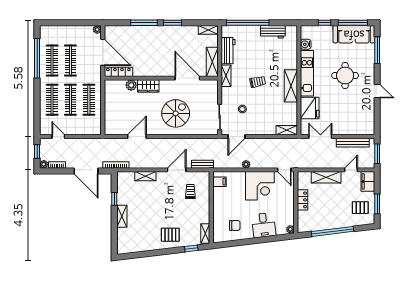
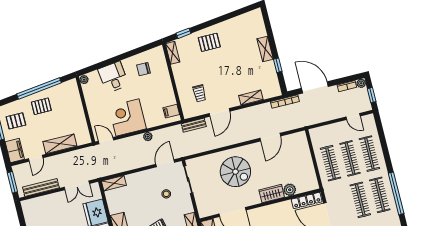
spiral stairs: (176, 113) -> (235, 172), turned -90
locker: (302, 200) -> (79, 114), removed
pallet: (334, 215) -> (41, 106), added

